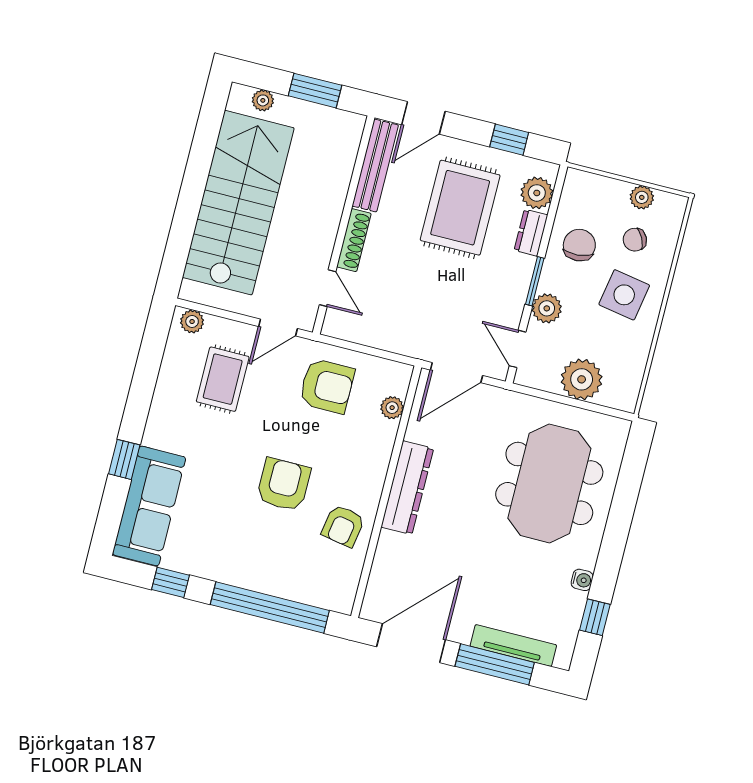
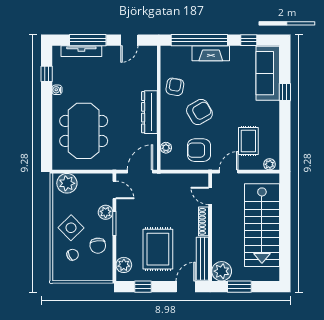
plant: (263, 100) -> (222, 271), moved, width x1.87, depth x1.87
plant: (642, 197) -> (74, 275), removed
dresser: (531, 233) -> (122, 246), removed
side table: (624, 295) -> (71, 228), turned 36
plant: (582, 379) -> (67, 183), moved
armchair: (284, 485) -> (199, 112), moved, turned -120
fireplace: (254, 575) -> (211, 53), added
door: (411, 643) -> (129, 40), width x0.53

